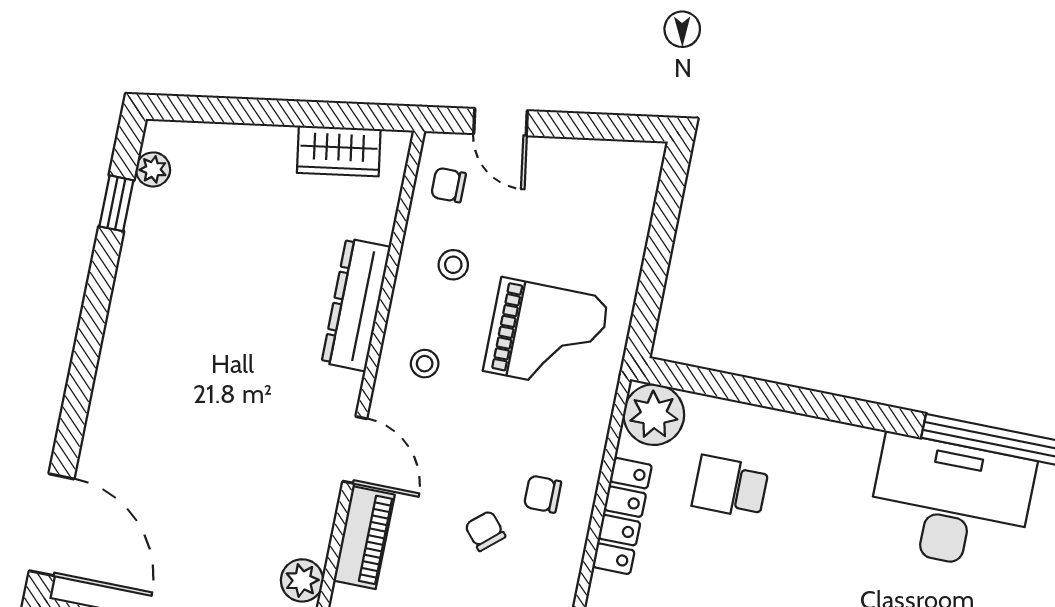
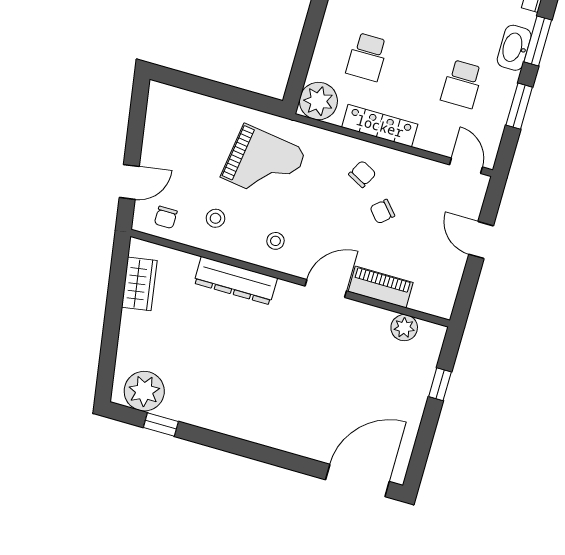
plant: (153, 169) -> (144, 391), width x1.88, depth x1.88
grand piano: (546, 335) -> (264, 164), turned 98
chair: (543, 494) -> (362, 174), turned -152

